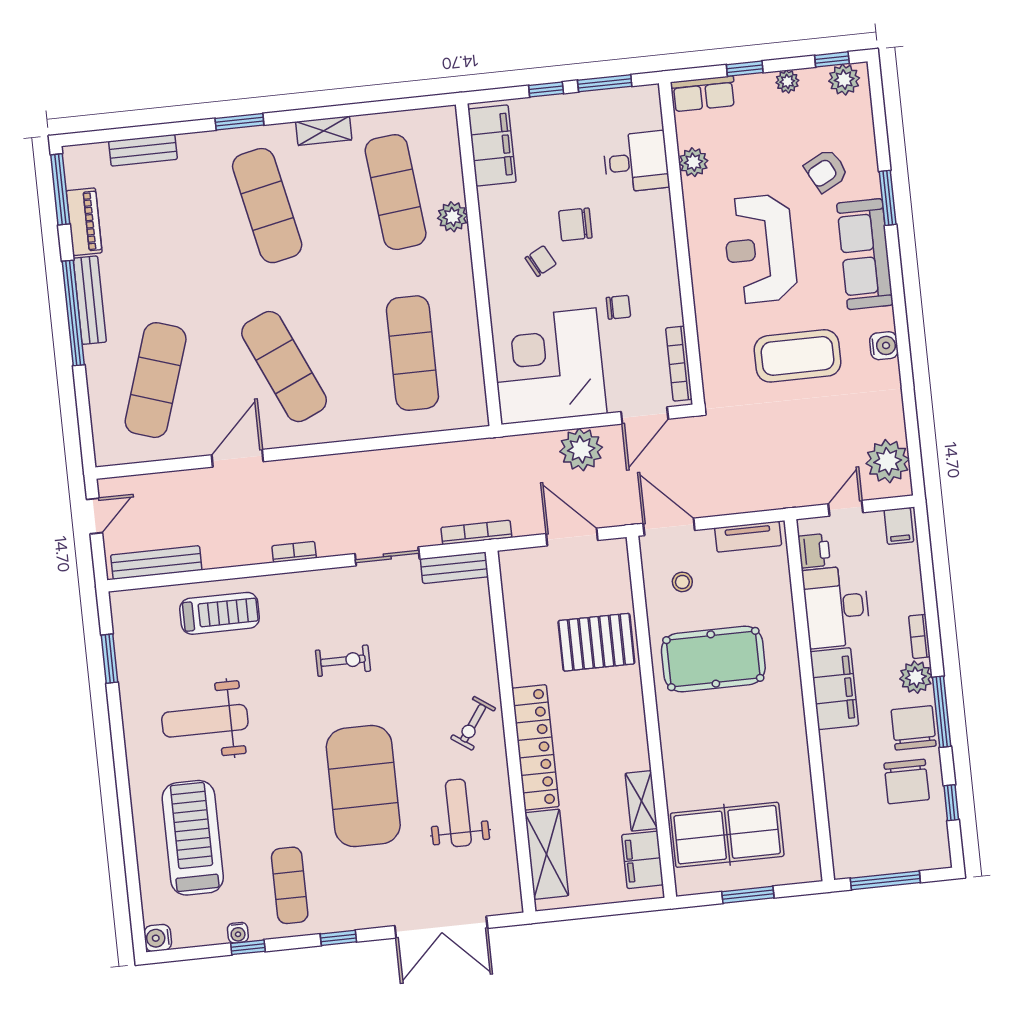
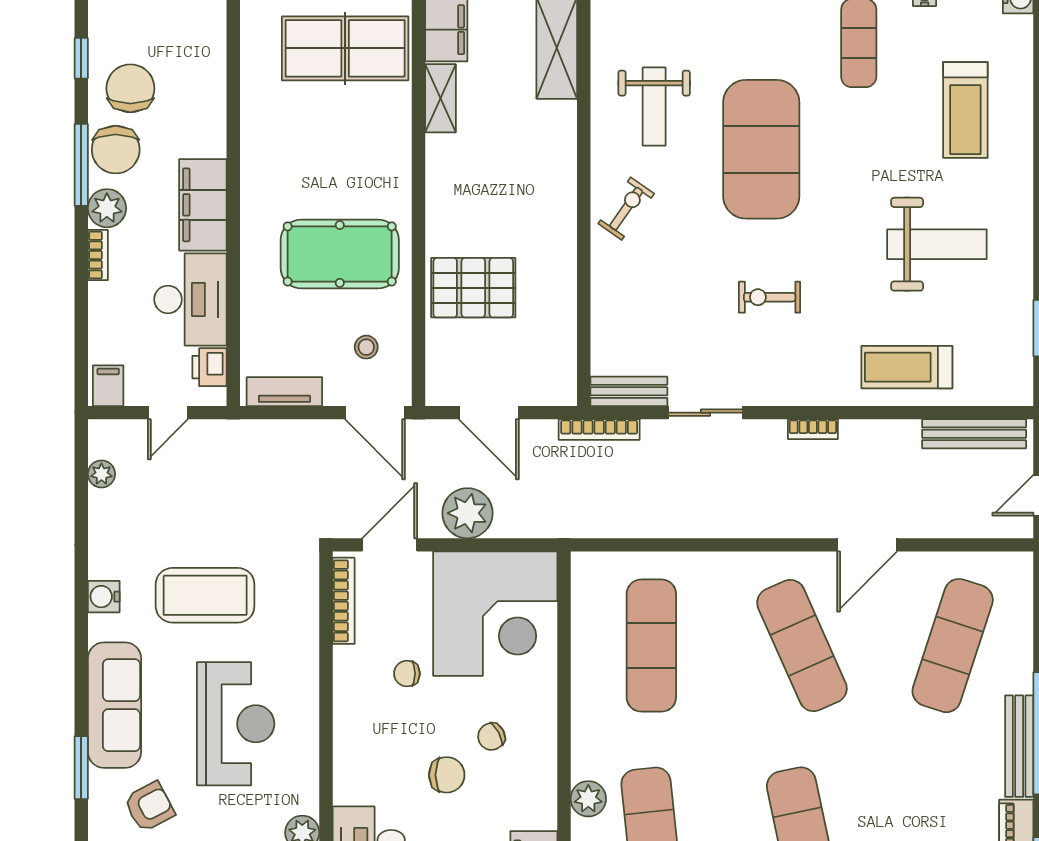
plant: (888, 461) -> (101, 474), width x0.53, depth x0.53
locker: (535, 747) -> (557, 173), removed
treadmill: (193, 838) -> (965, 110), width x0.73, depth x0.73

